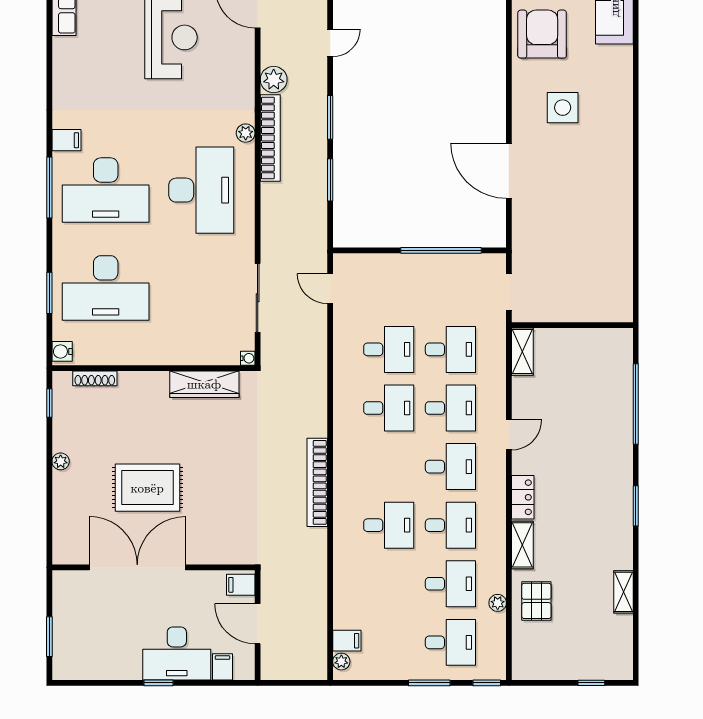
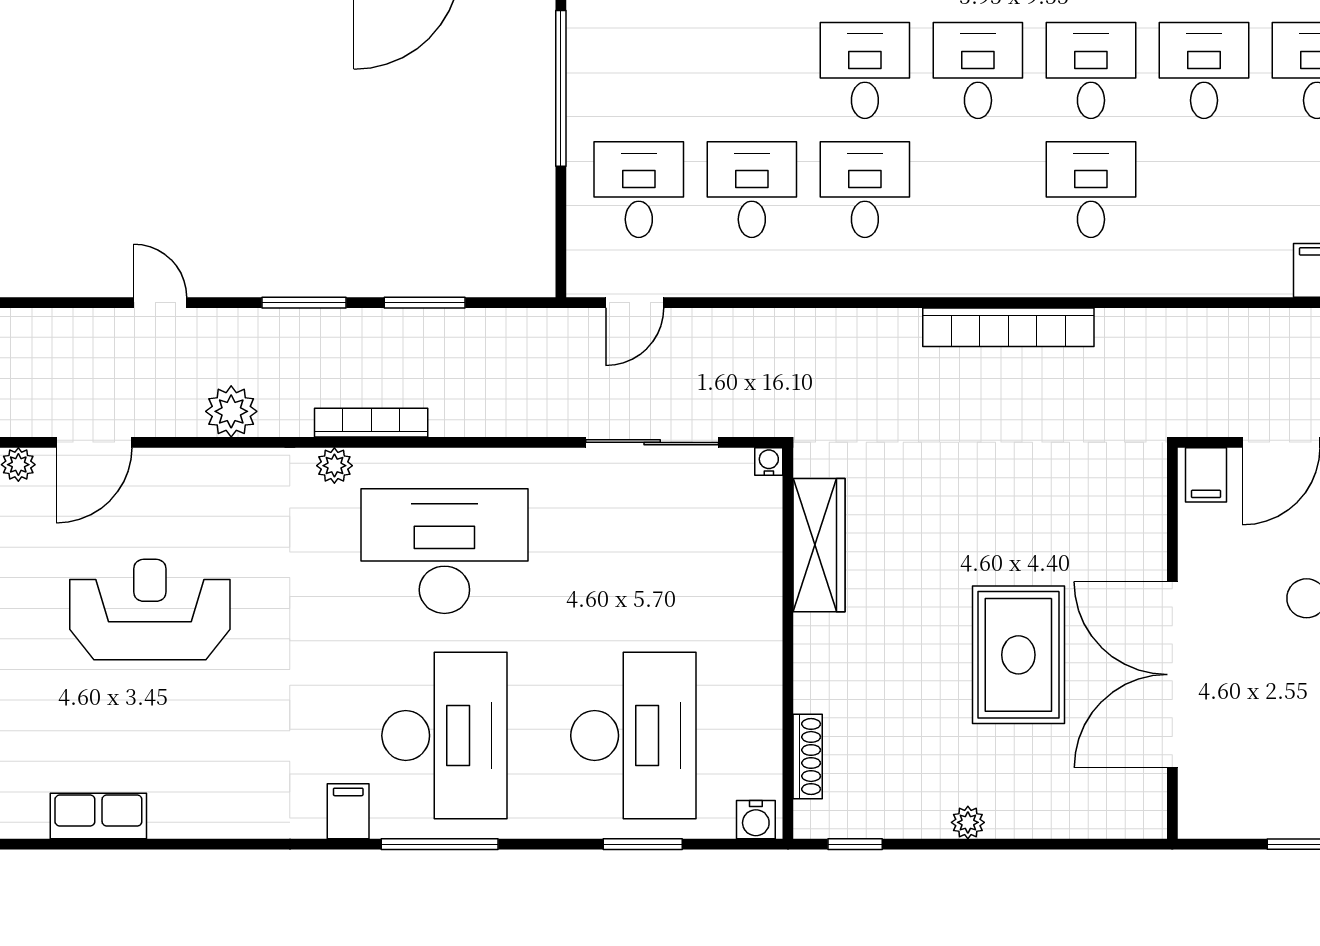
bookcase: (270, 138) -> (371, 423), width x0.68, depth x0.76
desk: (450, 349) -> (639, 190), moved

